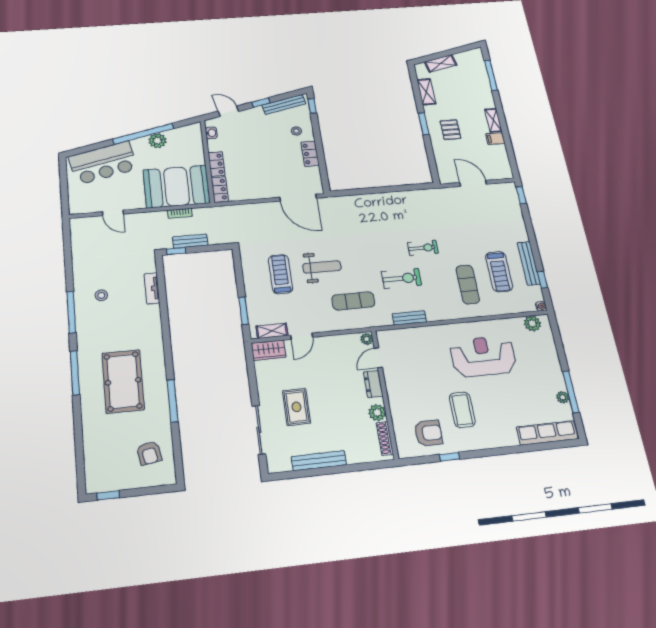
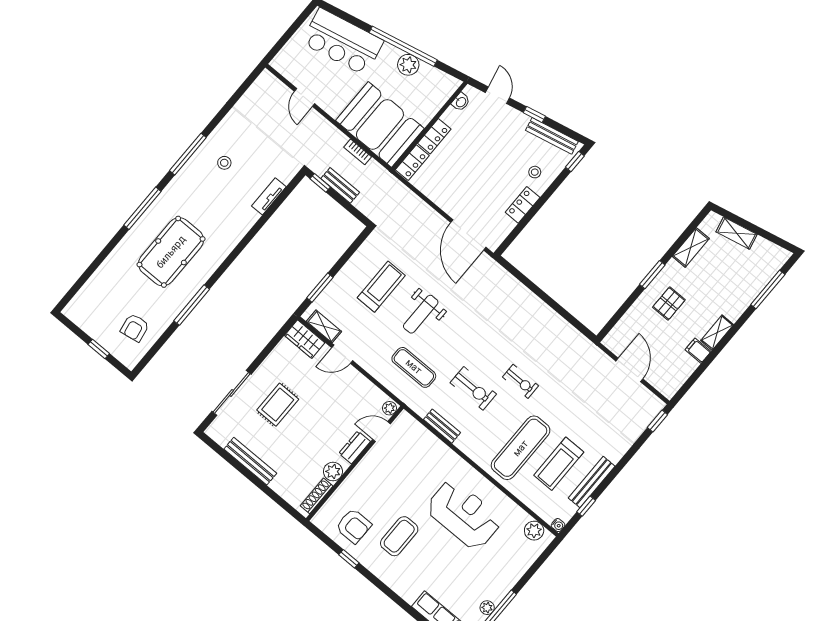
weight bench: (322, 267) -> (421, 314), turned 90
exercise mat: (468, 284) -> (521, 448), width x1.36, depth x1.45
window: (108, 495) -> (99, 349), moved

